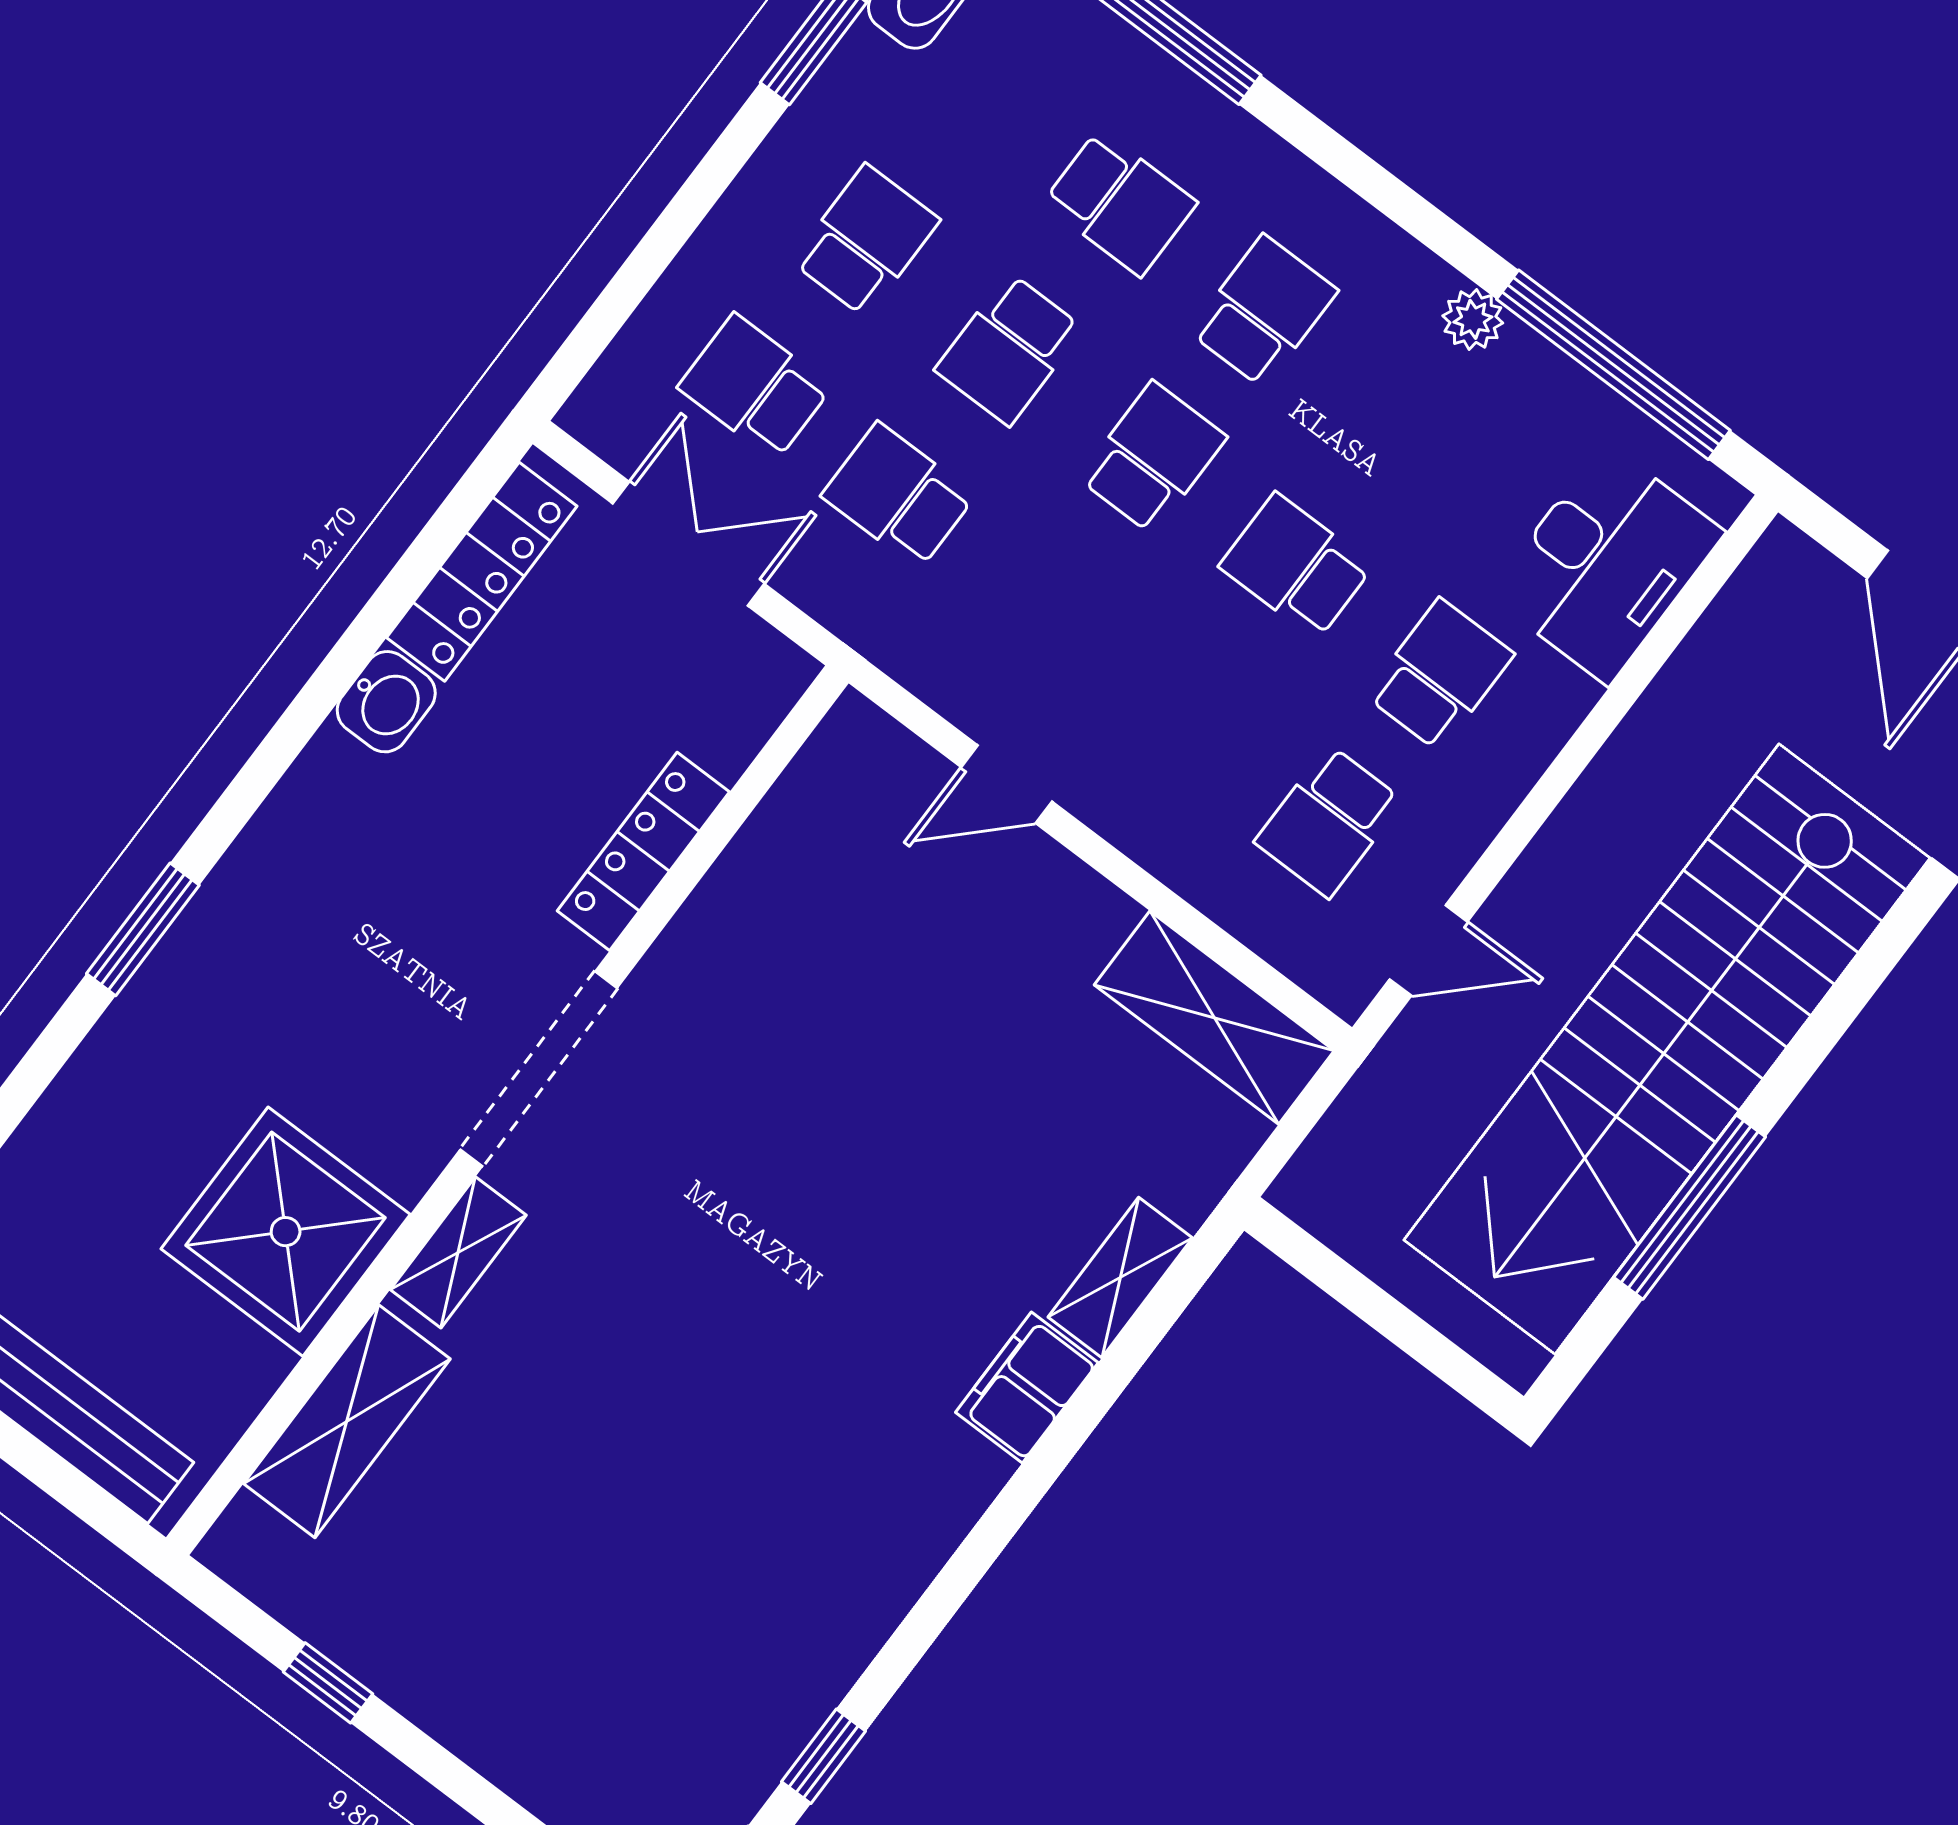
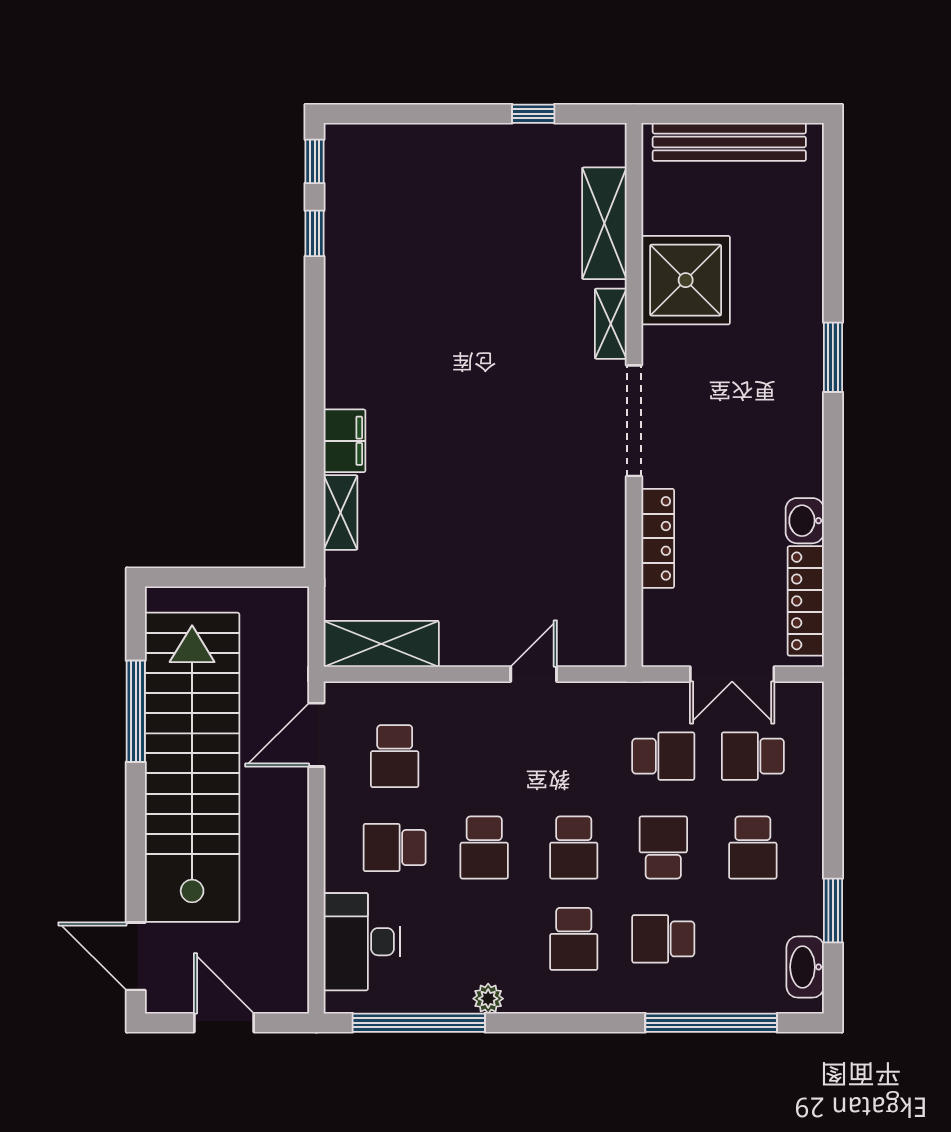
school desk: (755, 387) -> (753, 756), turned 180
school desk: (1296, 566) -> (484, 848), turned 90
school desk: (1440, 675) -> (395, 848), turned 90
school desk: (1329, 821) -> (395, 756), turned 180
door: (1428, 950) -> (316, 735), width x1.38

